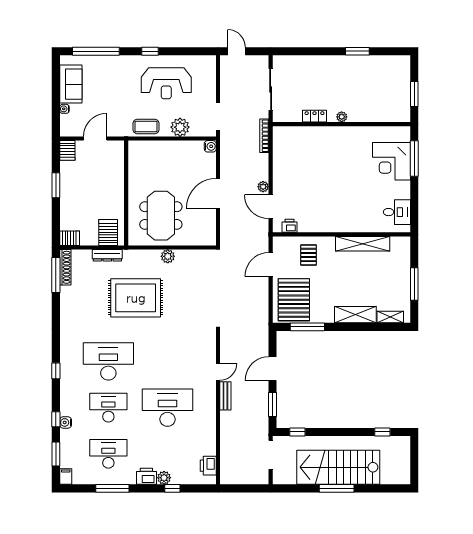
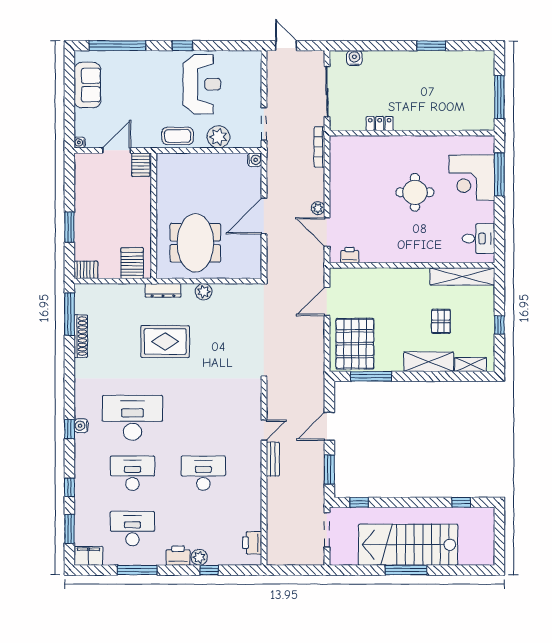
water cooler: (293, 62) -> (354, 58), added
reception desk: (166, 83) -> (202, 84), turned -90
window: (414, 94) -> (499, 97), width x1.44
water cooler: (64, 109) -> (80, 142), moved
plant: (342, 117) -> (412, 124), removed
server rack: (67, 150) -> (141, 165), moved
round table: (344, 173) -> (415, 192), added
window: (56, 185) -> (69, 227), moved
shelving: (363, 244) -> (462, 277), moved
dresser: (107, 255) -> (163, 290), moved
pallet: (308, 255) -> (441, 321), moved
shoe rack: (65, 267) -> (81, 336), moved
window: (414, 284) -> (499, 325), width x0.46
rug: (136, 298) -> (165, 342), width x0.73, depth x0.69
desk: (167, 408) -> (203, 473), width x0.73, depth x0.77
water cooler: (66, 422) -> (81, 426), moved
filing cabinet: (66, 477) -> (88, 556), width x2.00

